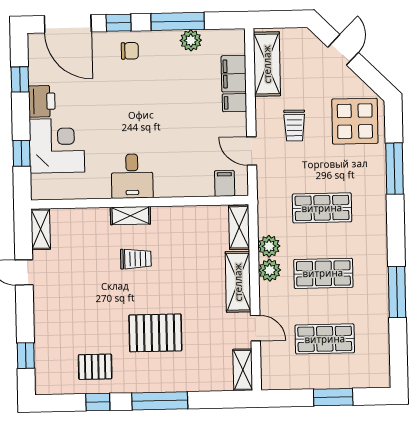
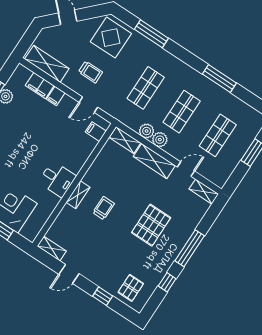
window: (26, 356) -> (103, 296), moved
pallet: (95, 367) -> (131, 288), moved

